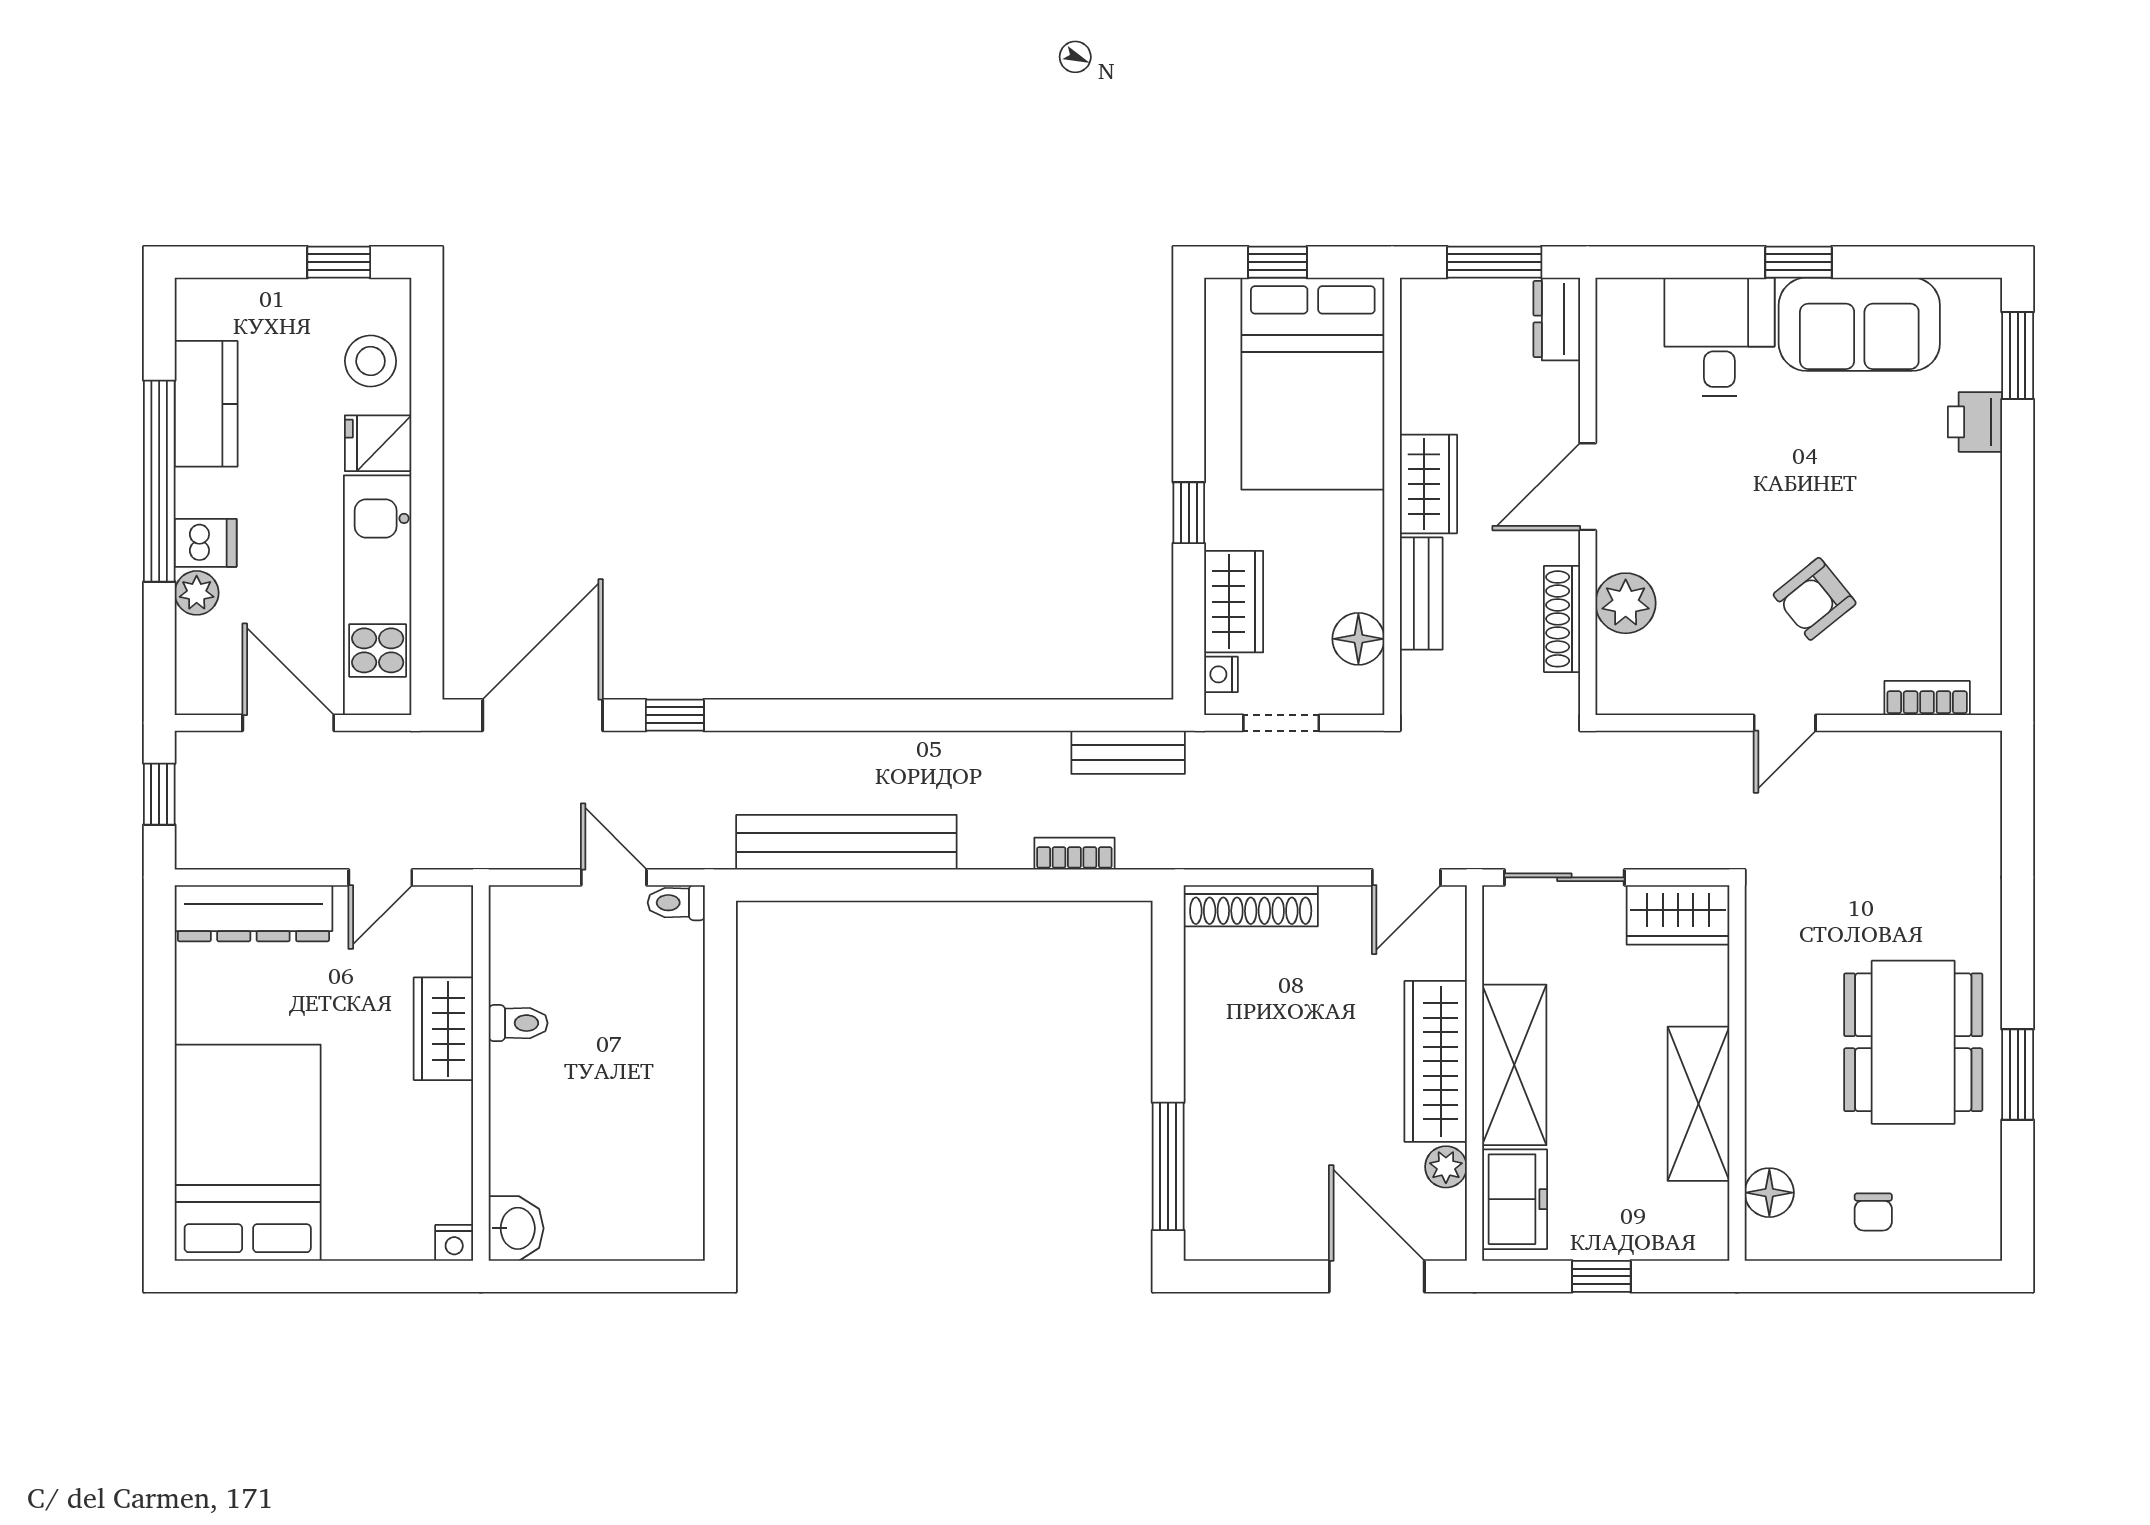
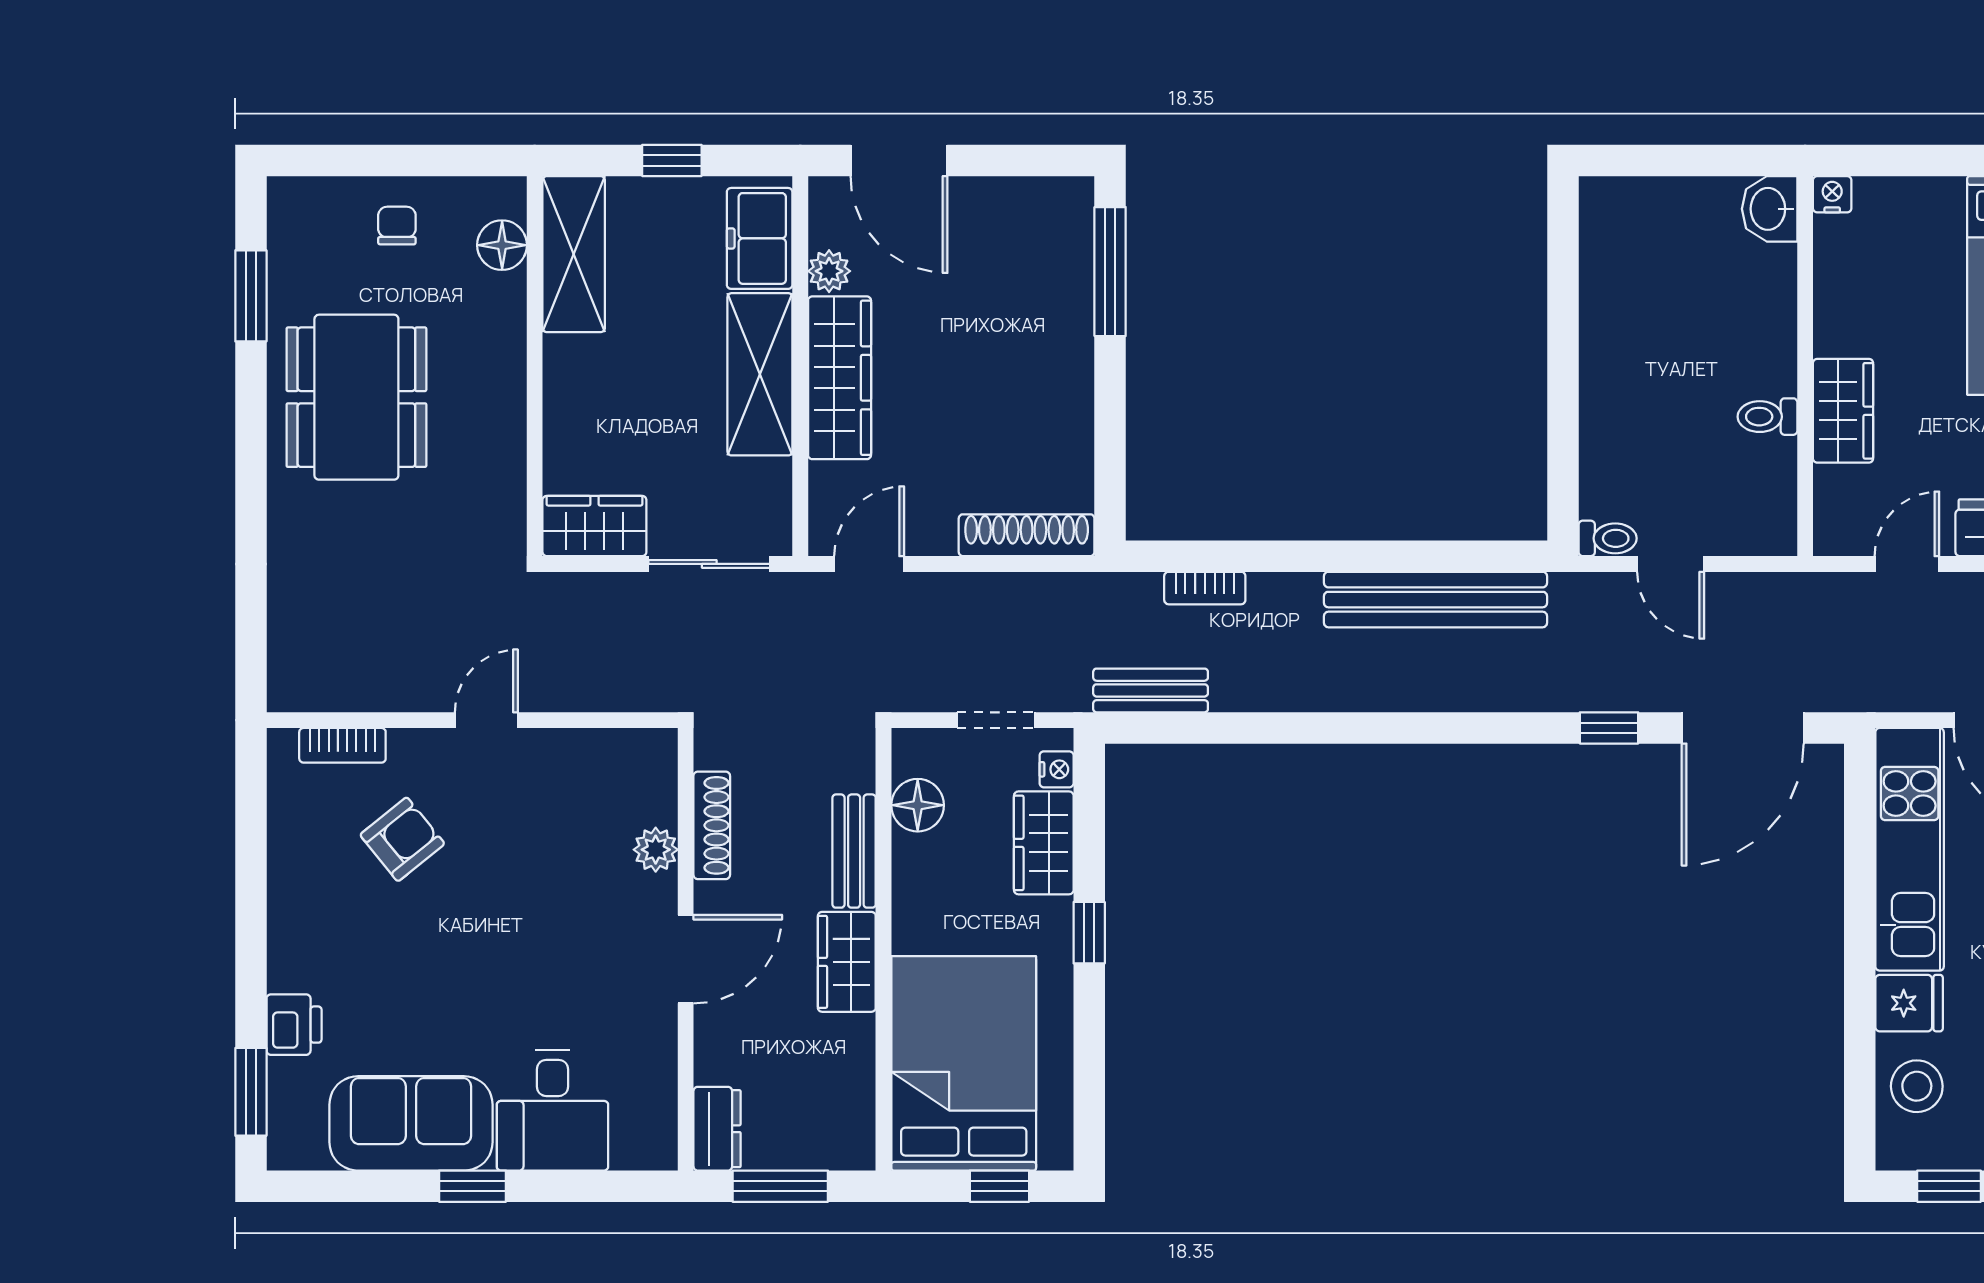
armchair: (1815, 599) -> (402, 839), moved
plant: (1626, 603) -> (656, 850), width x0.73, depth x0.73
window: (2018, 1075) -> (251, 296), moved
shelving: (1698, 1104) -> (574, 254), moved

